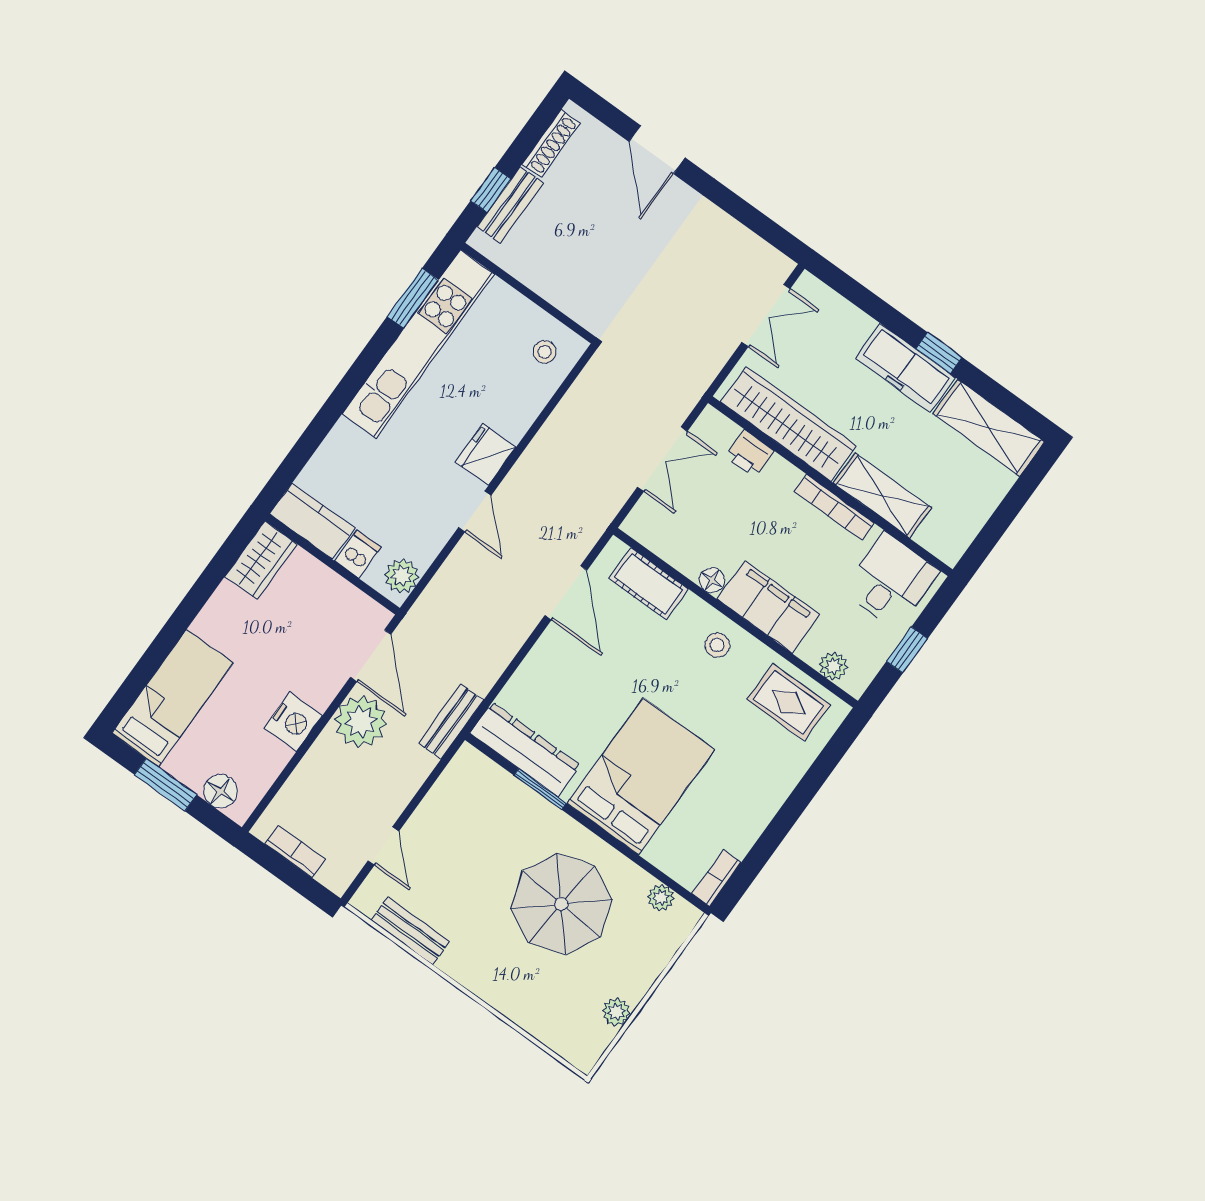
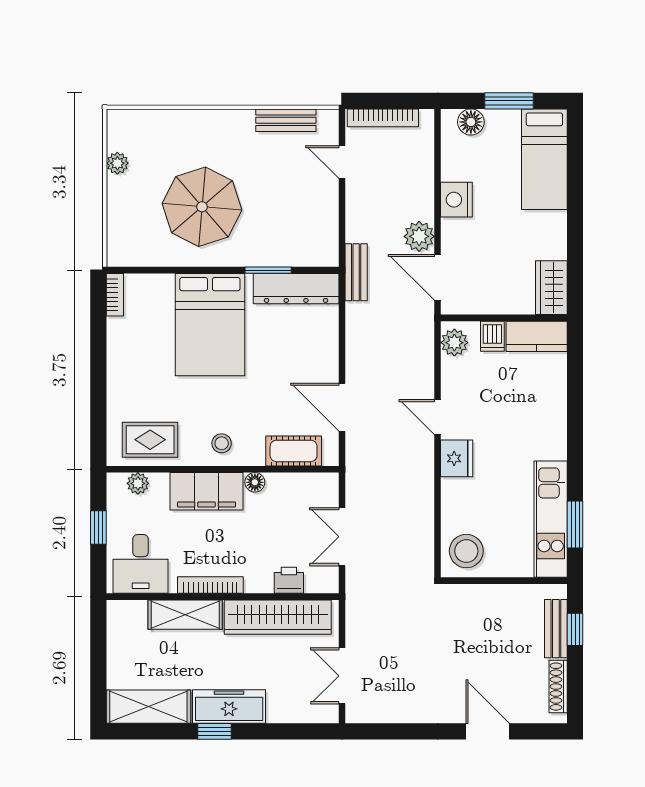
kitchen unit: (418, 344) -> (551, 519), width x0.73
stool: (545, 352) -> (466, 551), width x1.89, depth x1.89
plant: (361, 722) -> (419, 236), width x0.73, depth x0.73
bookcase: (295, 851) -> (383, 118), width x1.56
plant: (661, 898) -> (141, 256), removed

